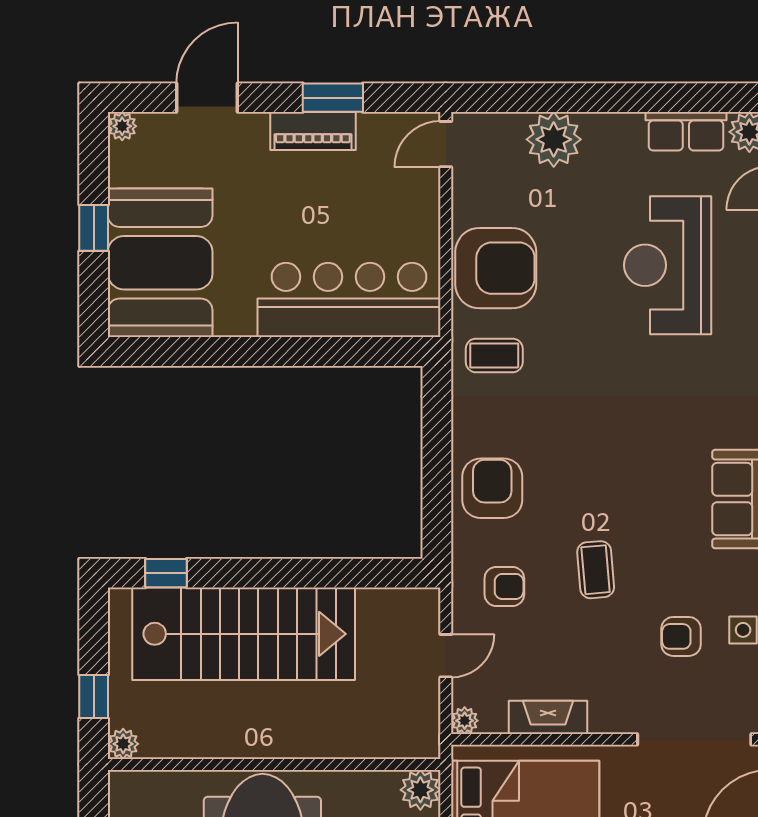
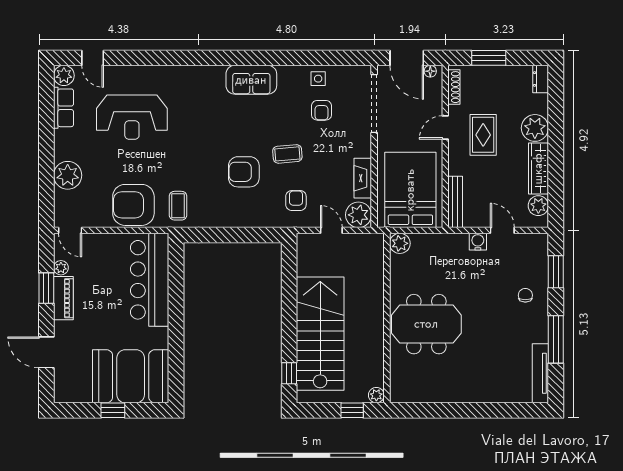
plant: (122, 126) -> (61, 268), moved
armchair: (496, 268) -> (133, 205), turned -90
armchair: (492, 488) -> (244, 172), moved
plant: (465, 721) -> (358, 215), width x1.88, depth x1.88

